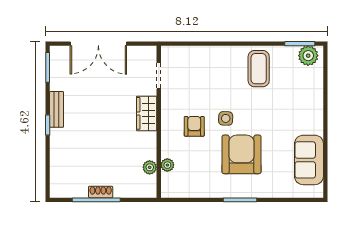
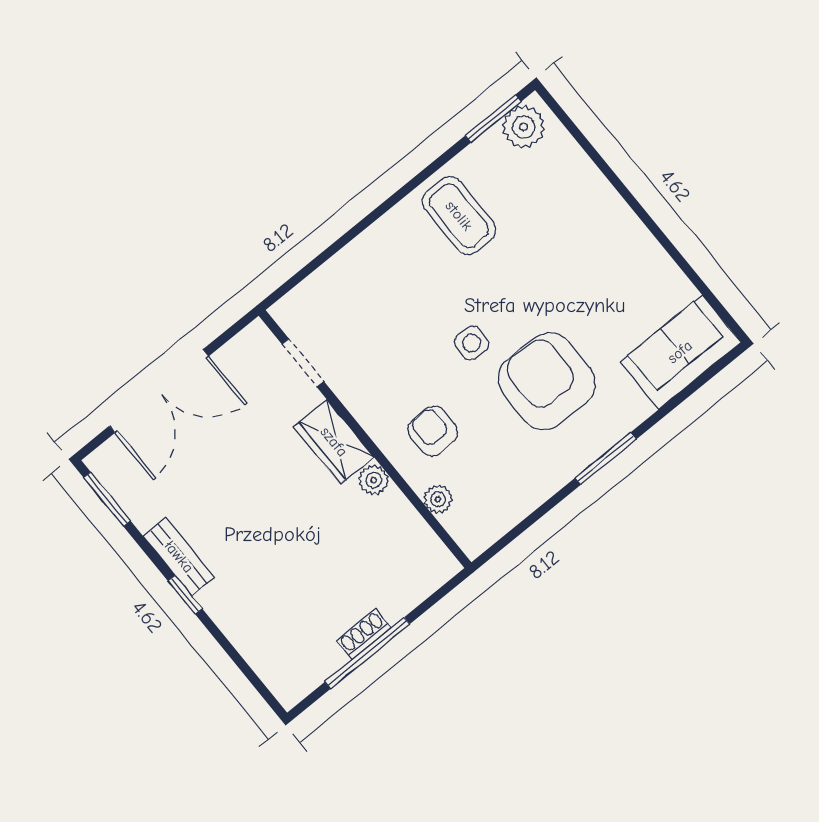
armchair: (194, 126) -> (433, 431), moved
sofa: (309, 160) -> (680, 352), moved, turned 90
plant: (150, 167) -> (374, 480), moved

